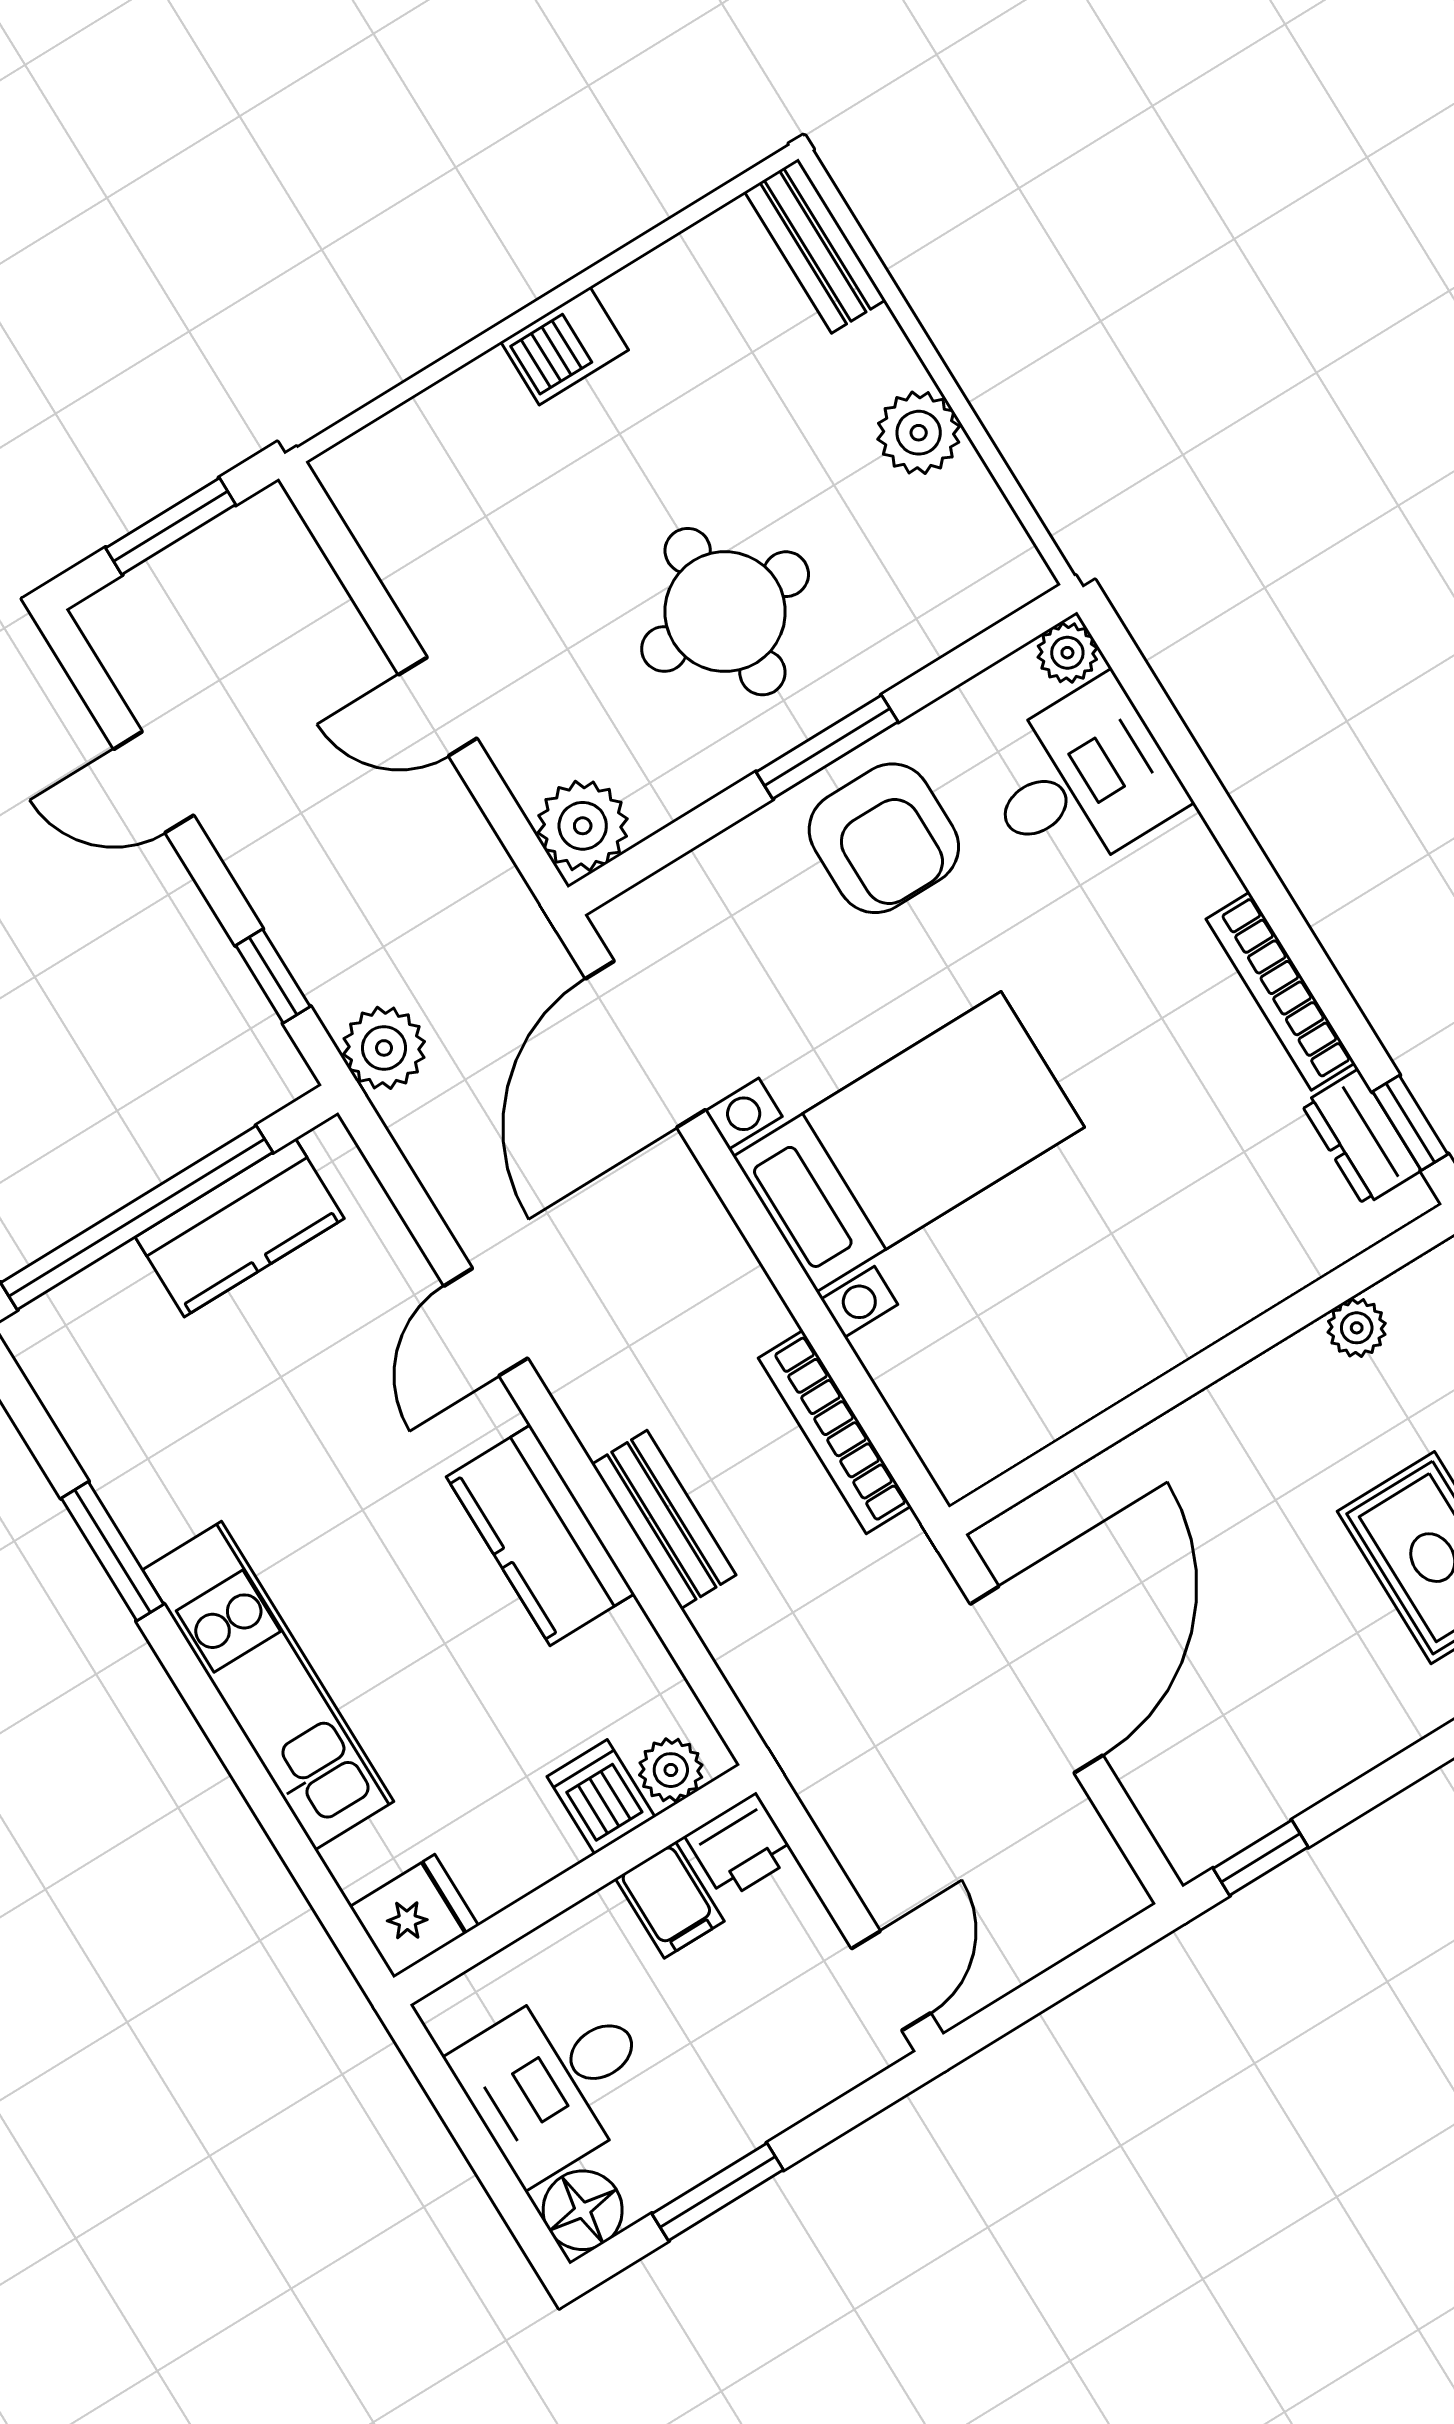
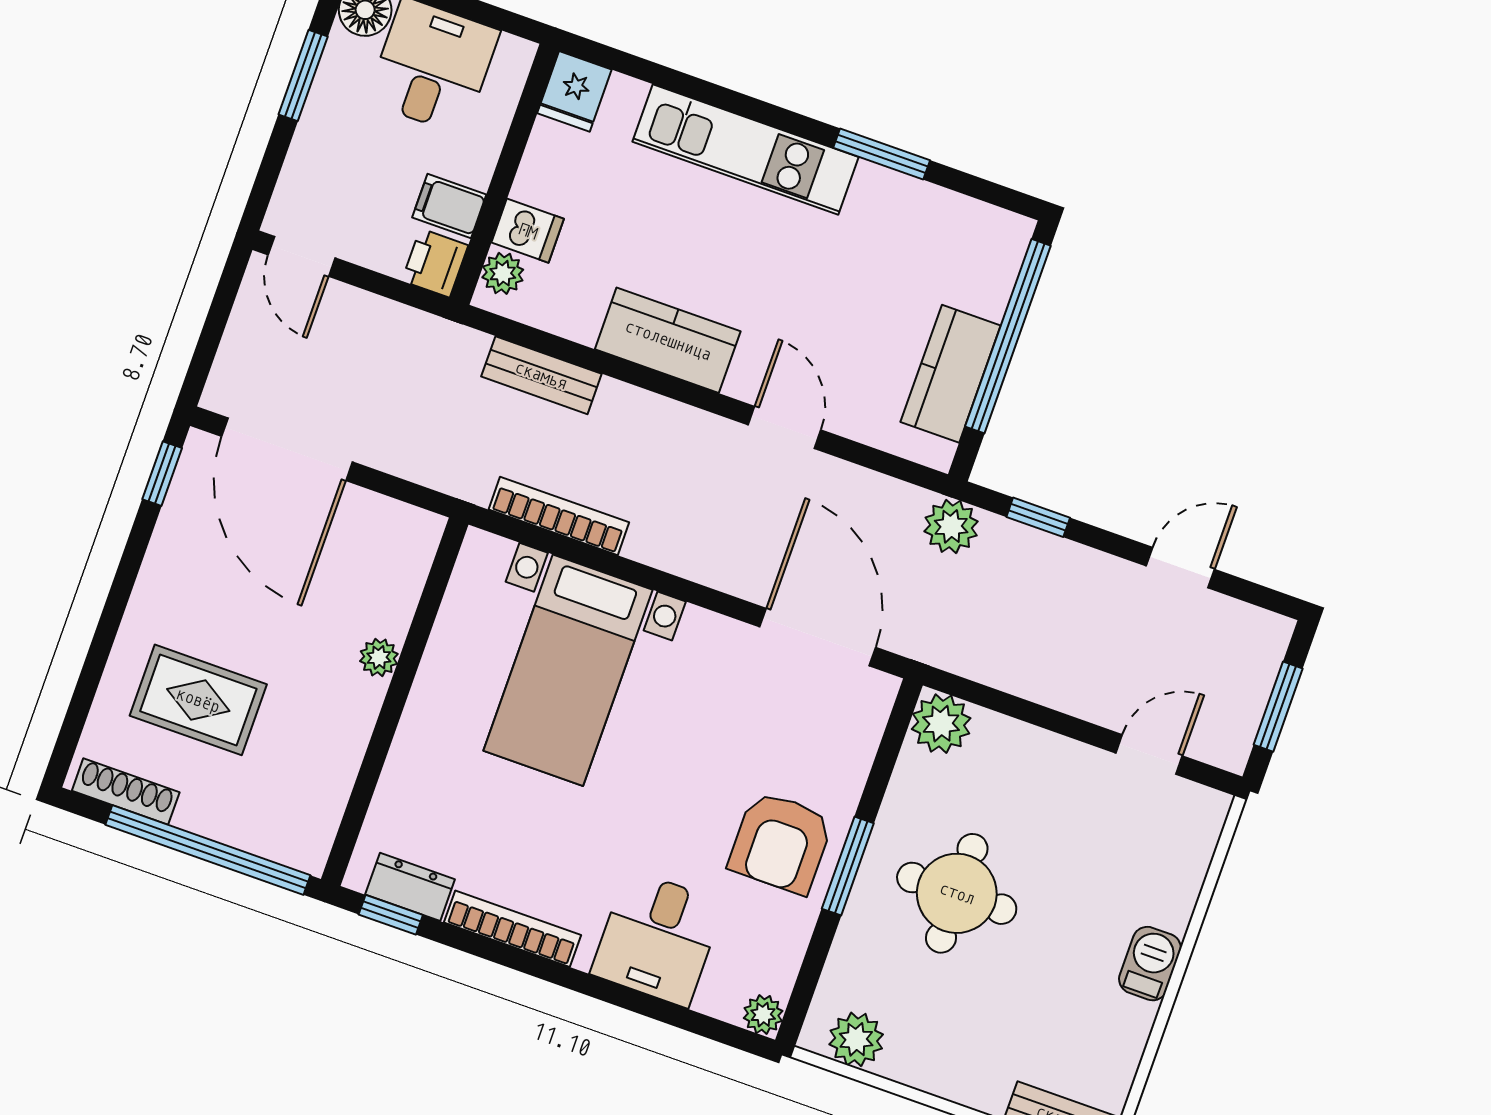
plant: (919, 433) -> (856, 1039), moved
door: (438, 707) -> (1149, 754), moved
desk: (1081, 780) -> (657, 938), moved
armchair: (884, 838) -> (781, 842), turned -90
bed with nightstands: (909, 1142) -> (568, 670), moved
plant: (1357, 1328) -> (379, 657), moved
bench: (664, 1520) -> (541, 375), moved
door: (1036, 1680) -> (287, 449), moved

